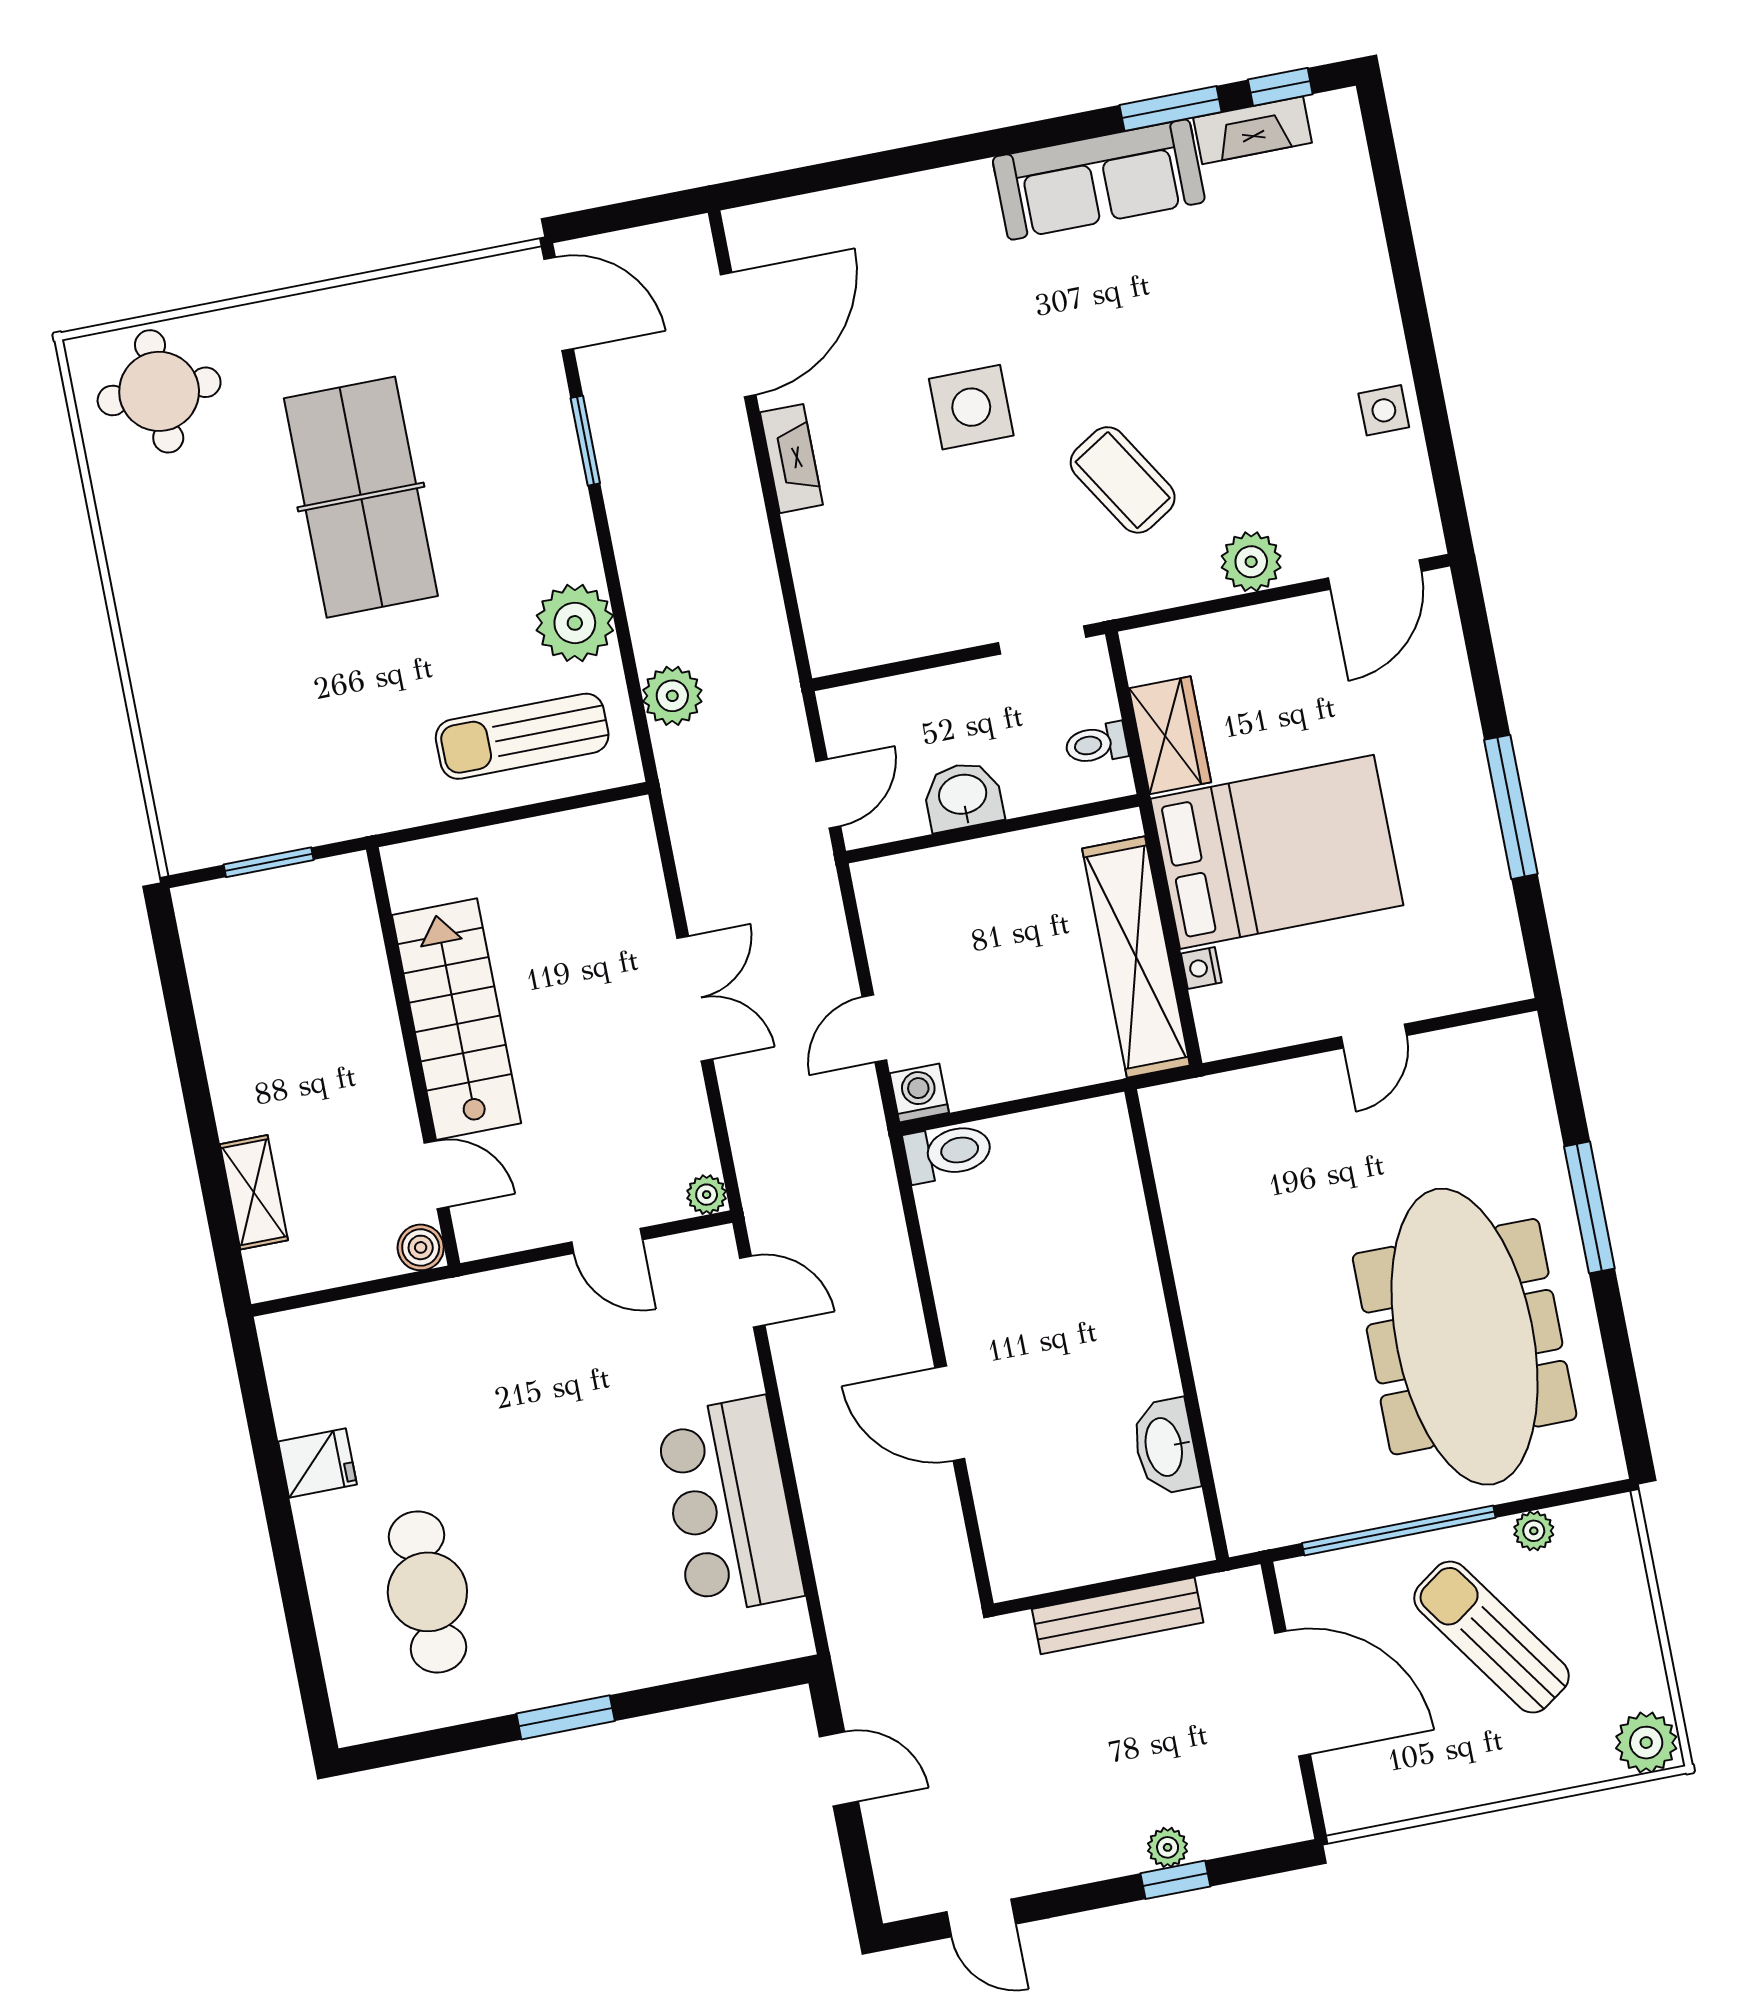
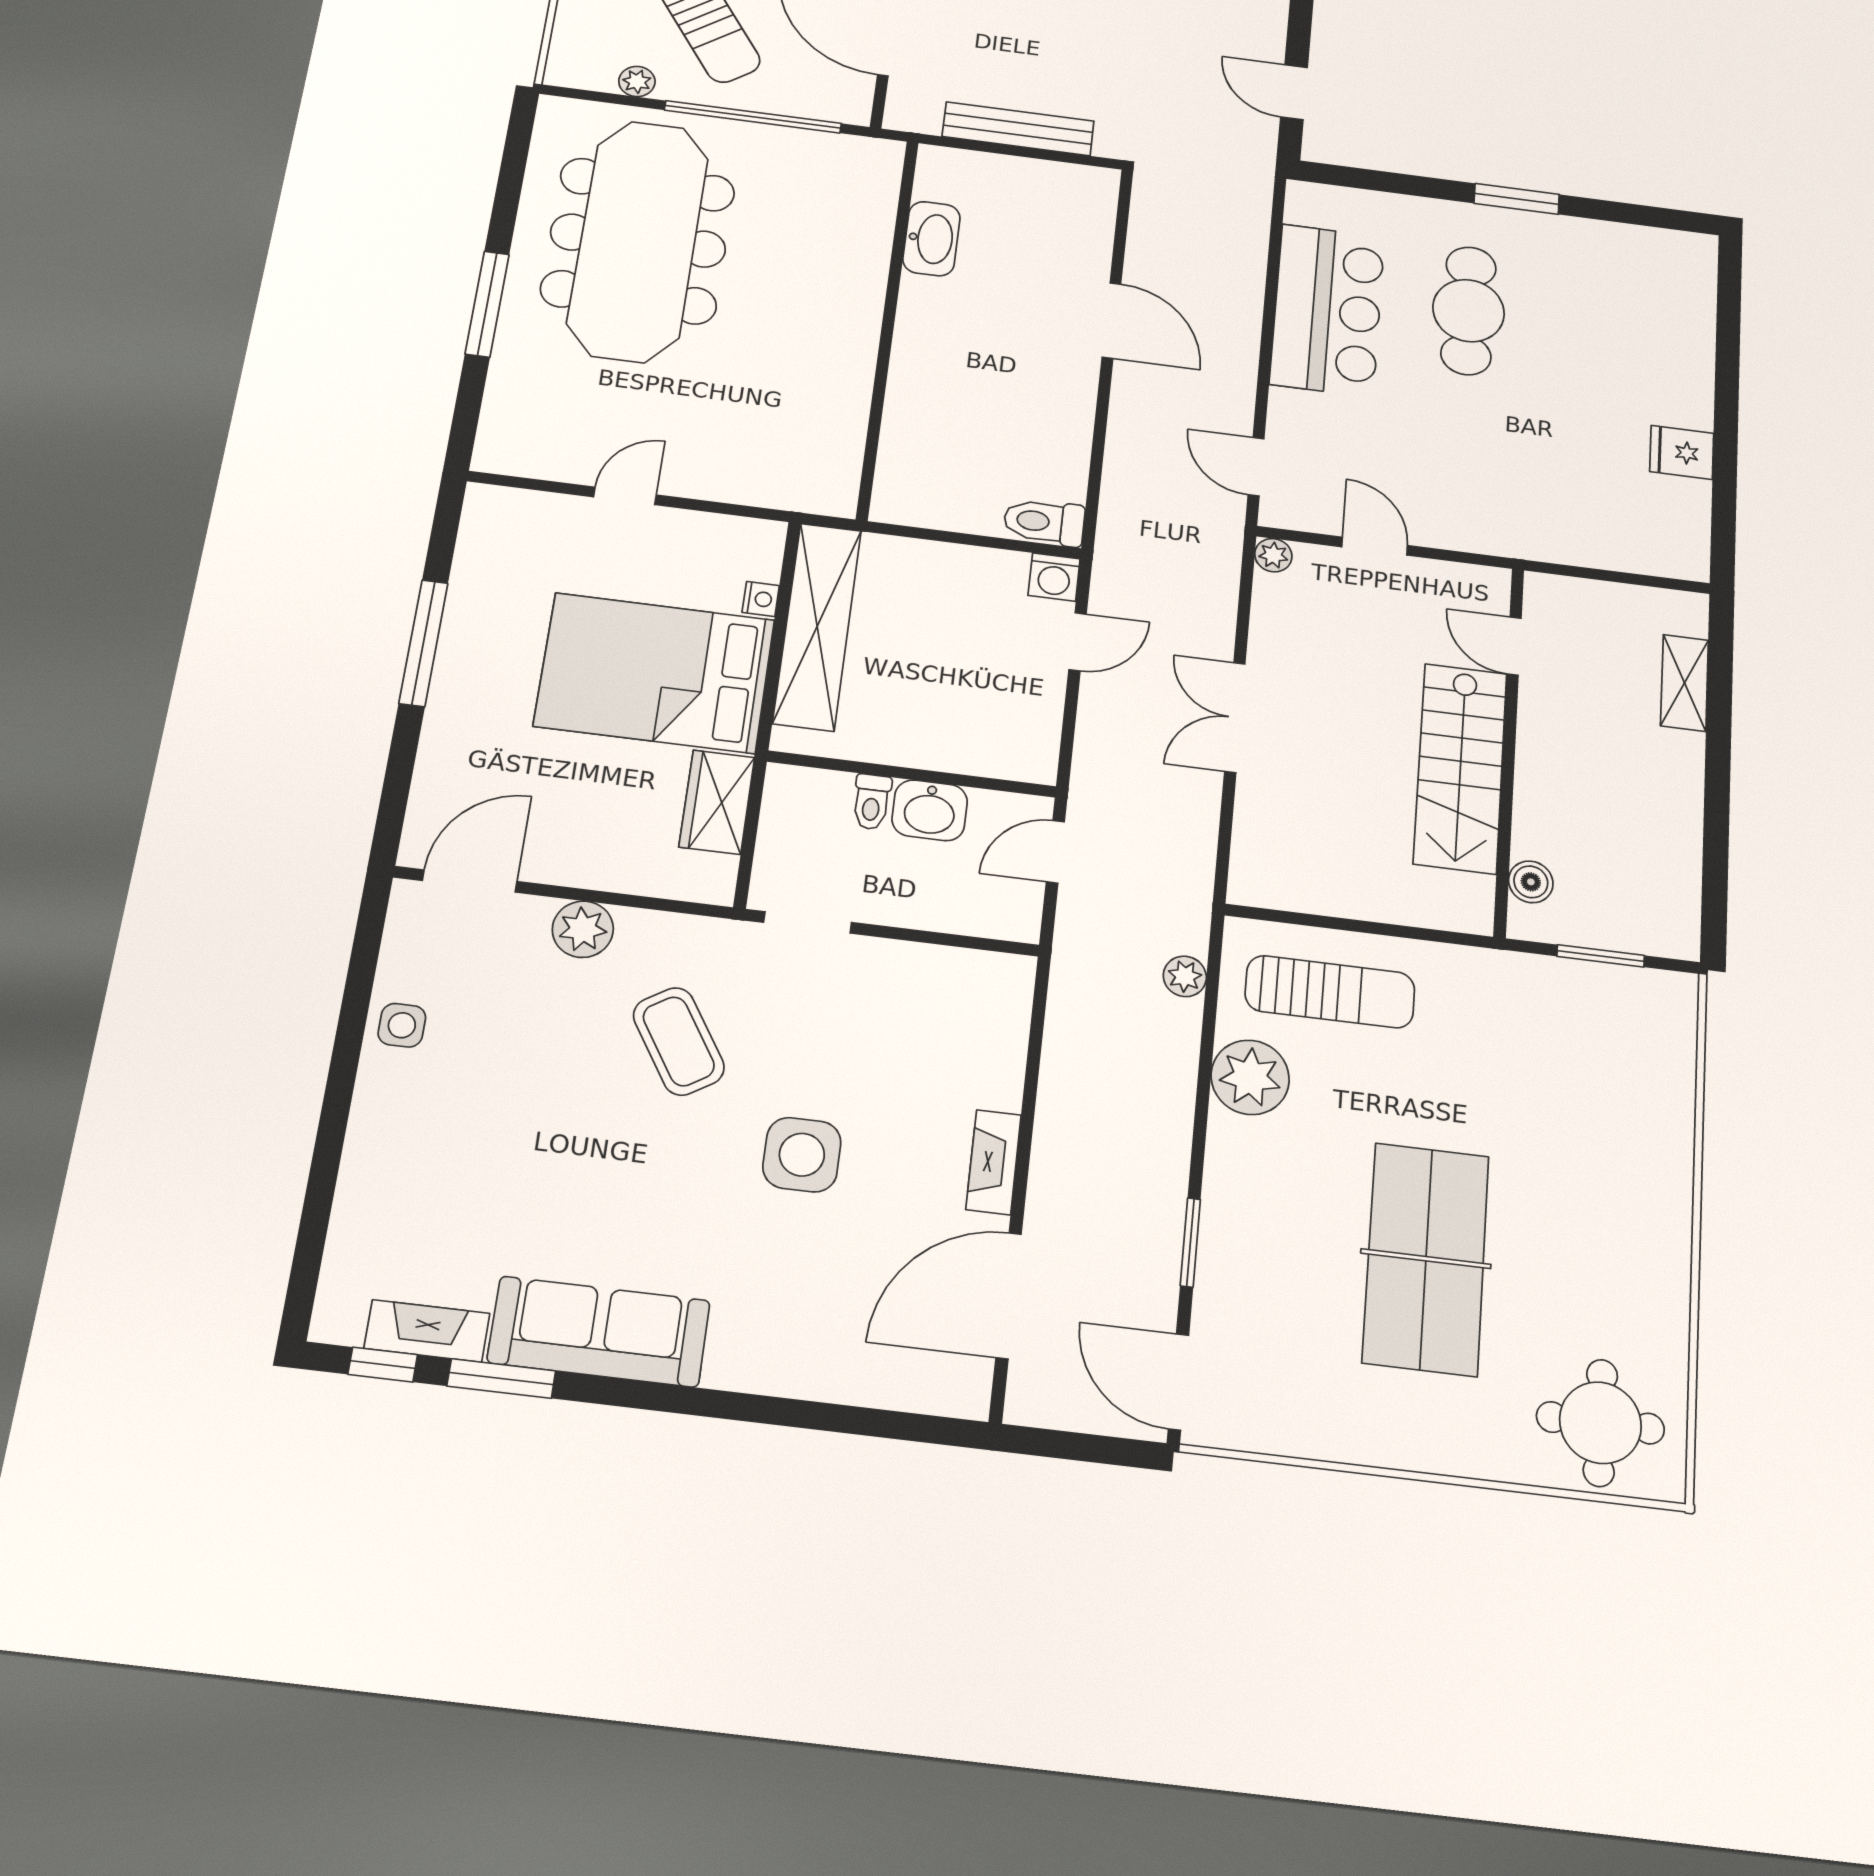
plant: (672, 696) -> (1185, 976), width x0.73, depth x0.73
toilet: (1096, 744) -> (872, 802), moved, turned 90
boiler: (421, 1247) -> (1531, 882), moved
cafe table: (427, 1592) -> (1469, 311), moved

